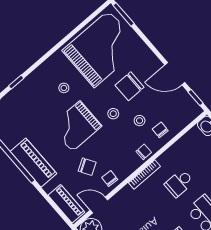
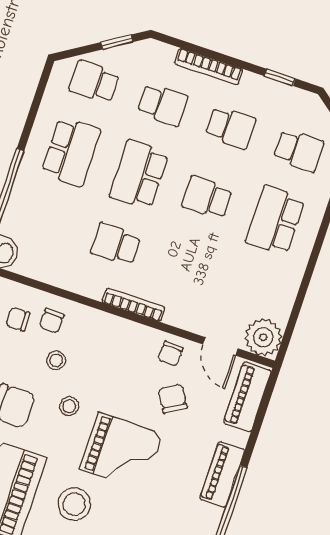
stool: (64, 88) -> (74, 504), width x1.89, depth x1.89
chair: (144, 152) -> (18, 319), moved
piano: (33, 163) -> (222, 474), width x0.73, depth x0.75
school desk: (179, 183) -> (116, 244), turned 180

